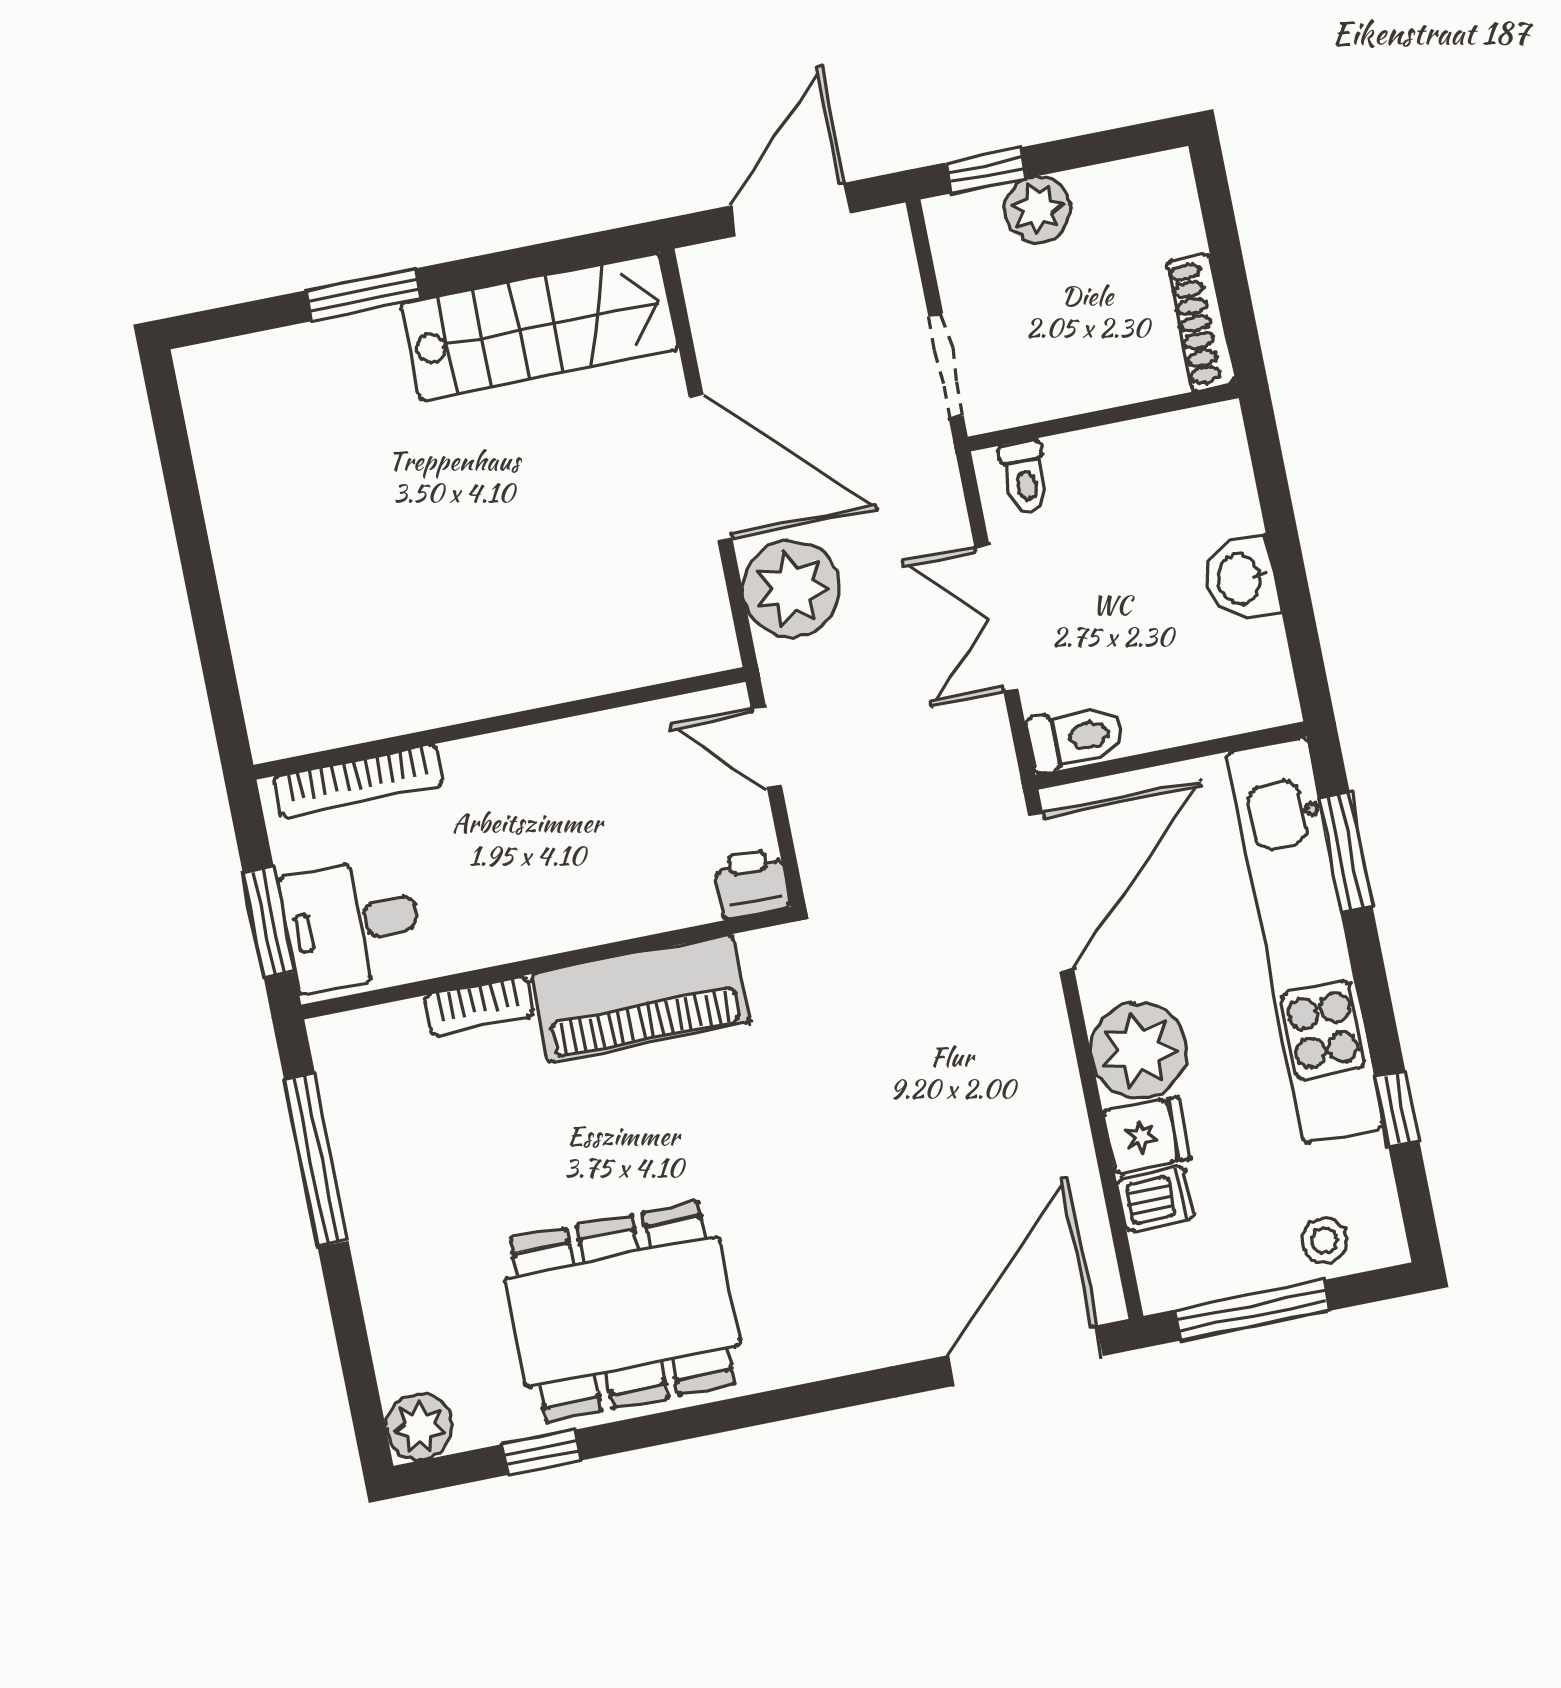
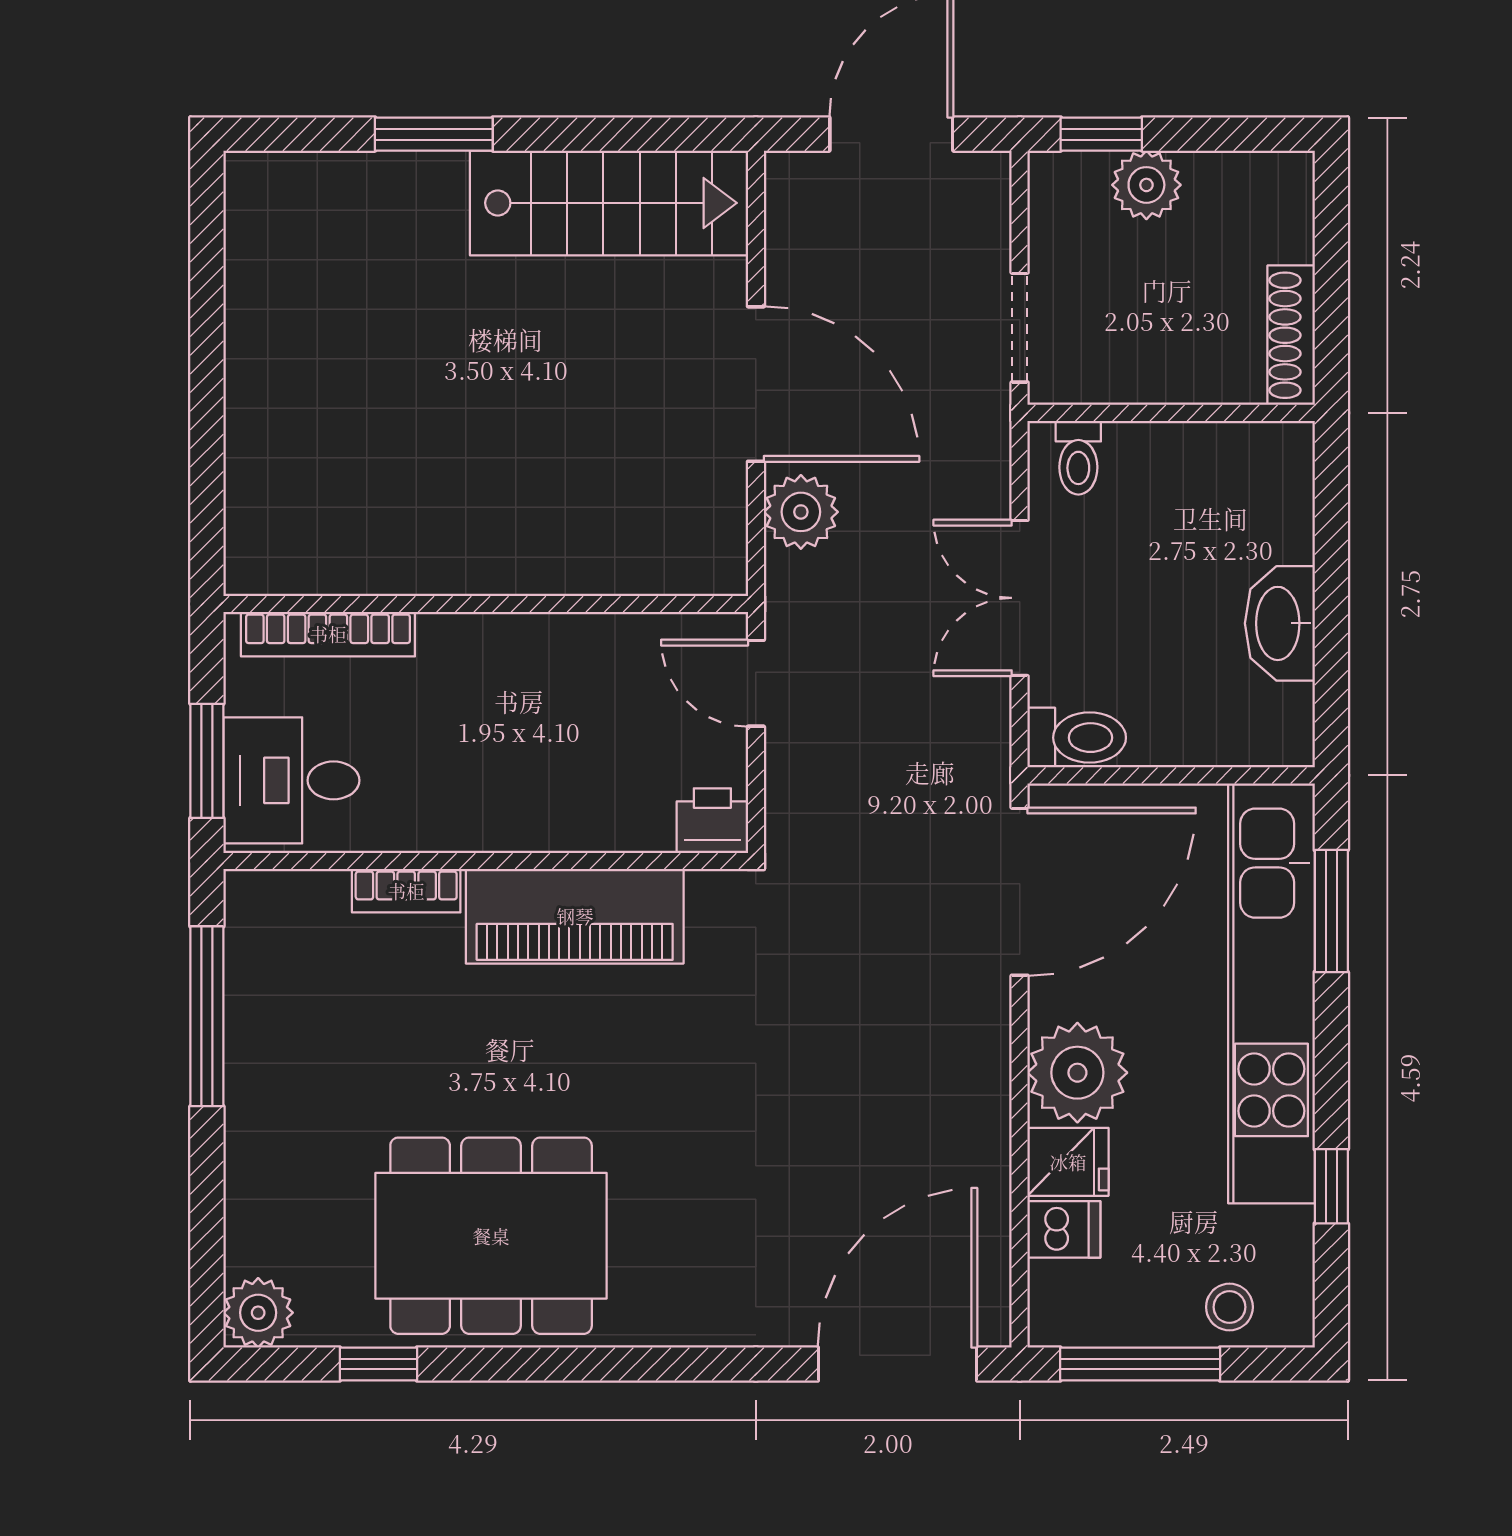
washbasin: (1241, 579) -> (1280, 623), width x1.38
plant: (791, 589) -> (801, 512), width x0.73, depth x0.73

